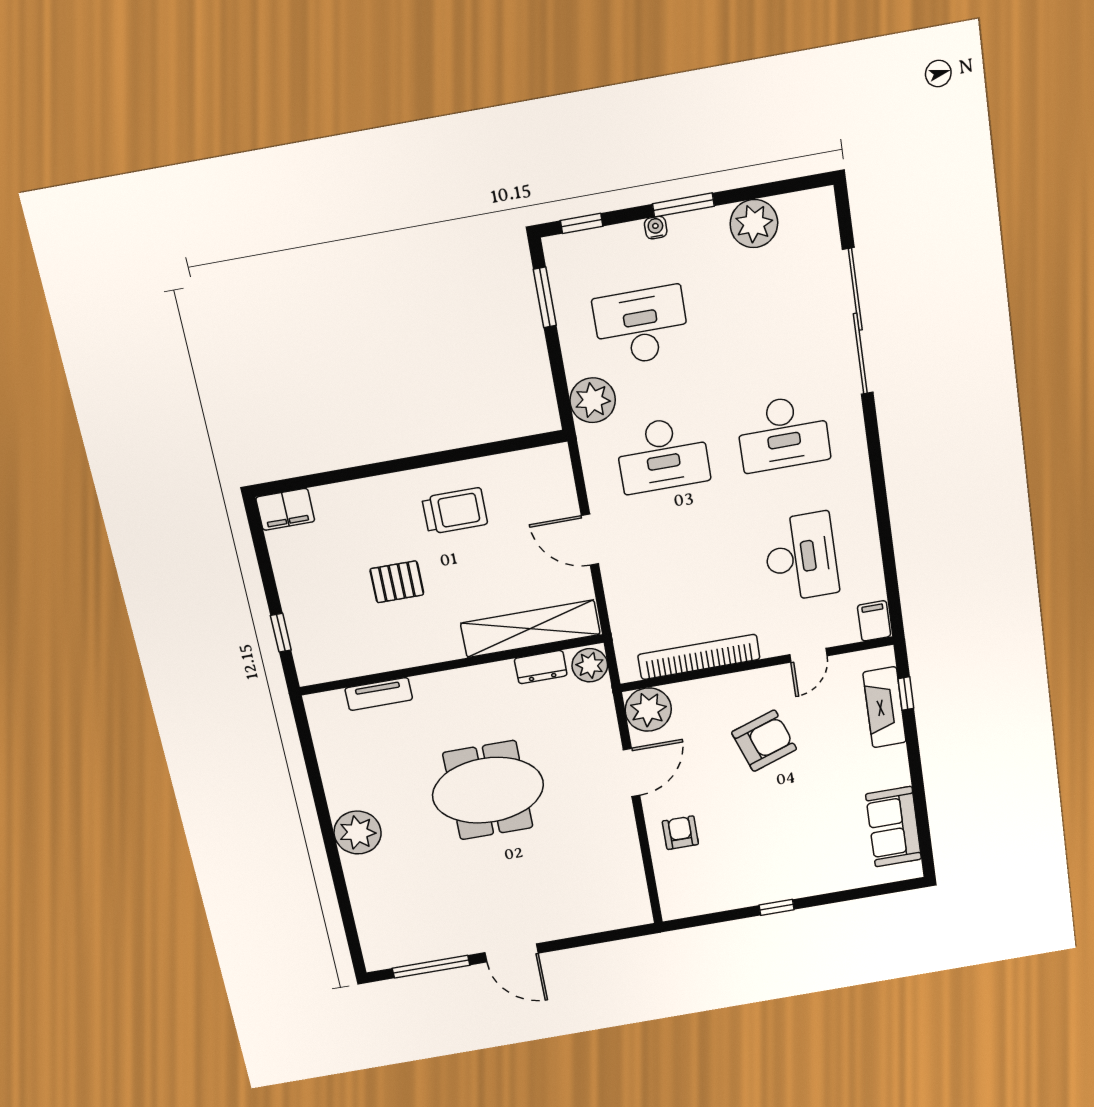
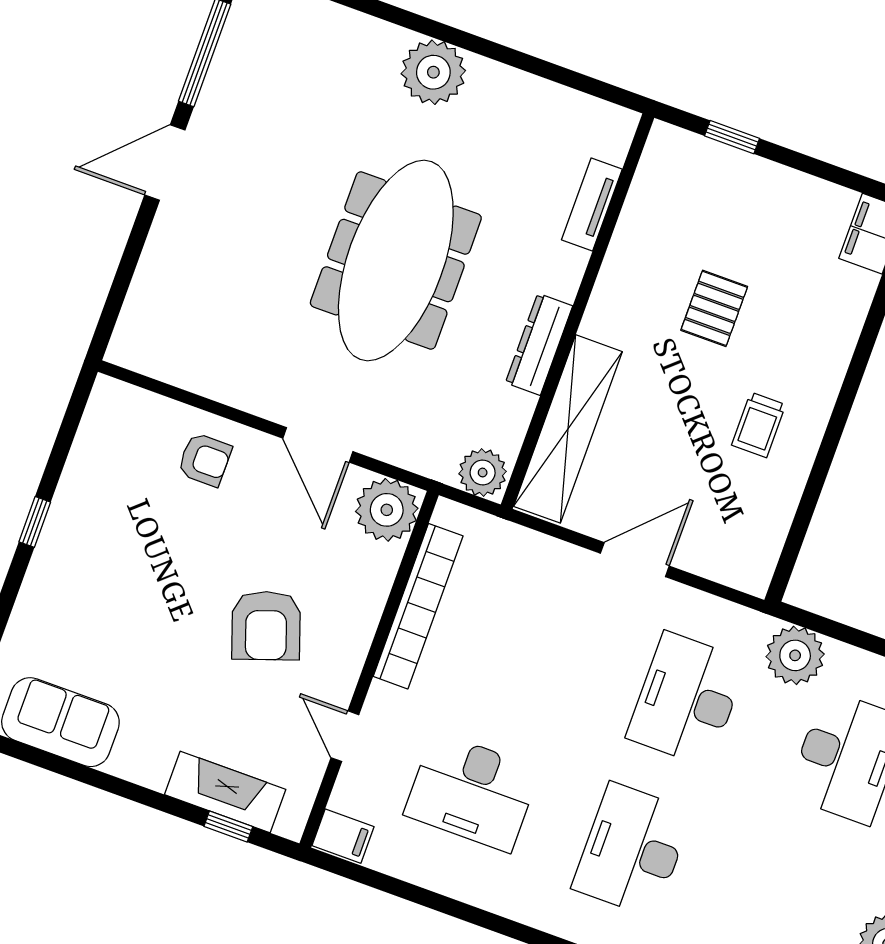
trolley: (455, 511) -> (759, 425), width x0.73, depth x0.72
dresser: (541, 667) -> (539, 344), moved, width x1.44
meeting table: (488, 790) -> (396, 260), width x1.36

